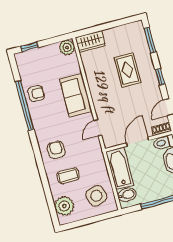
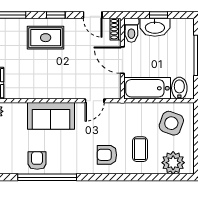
rug: (127, 70) -> (46, 38), moved
door: (98, 128) -> (95, 101), hinge flipped
side table: (96, 196) -> (171, 123), turned 37

